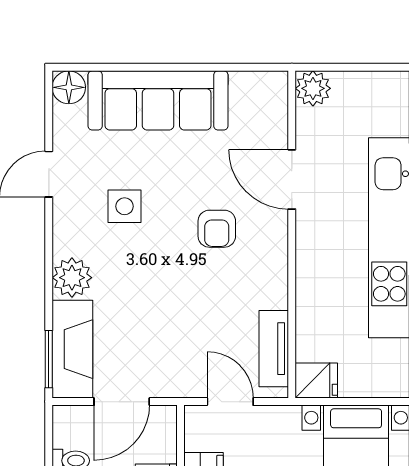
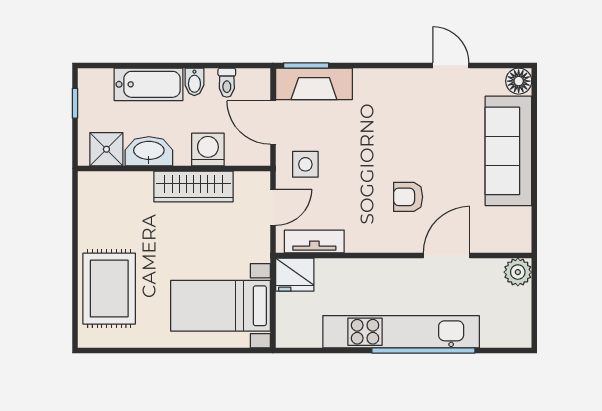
side table: (125, 206) -> (305, 164), moved
plant: (72, 278) -> (370, 84), removed
fridge: (316, 380) -> (295, 275), width x1.38

